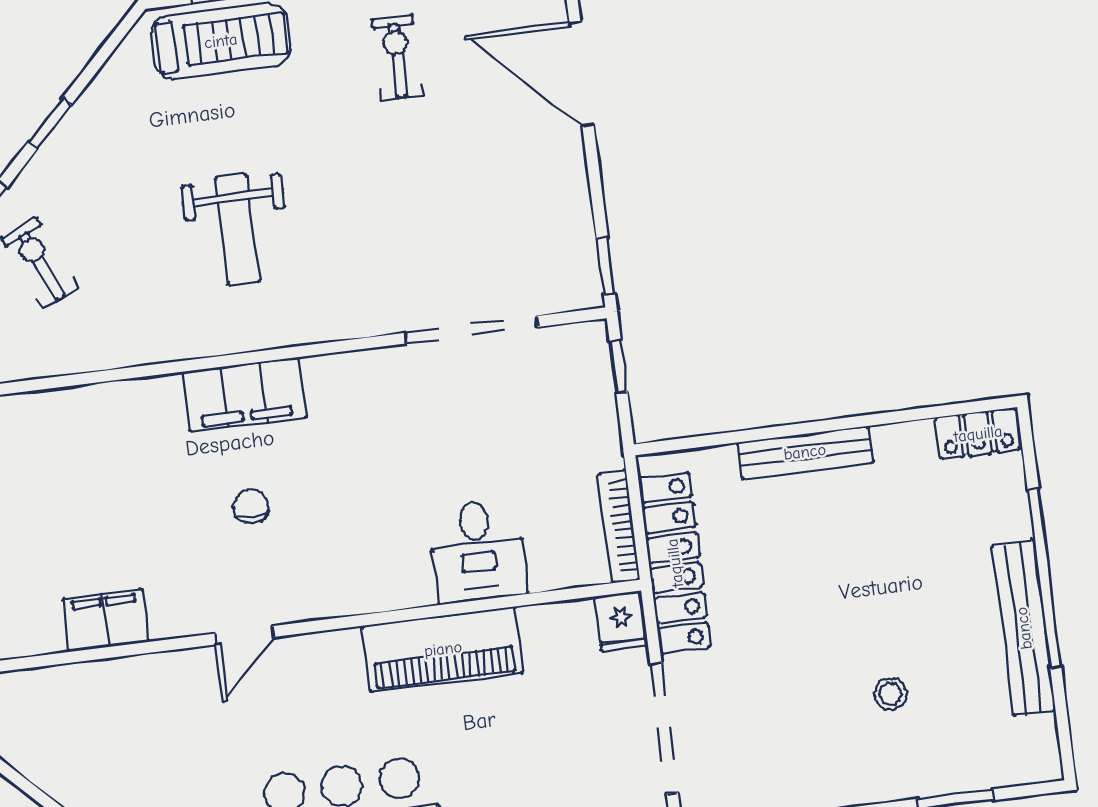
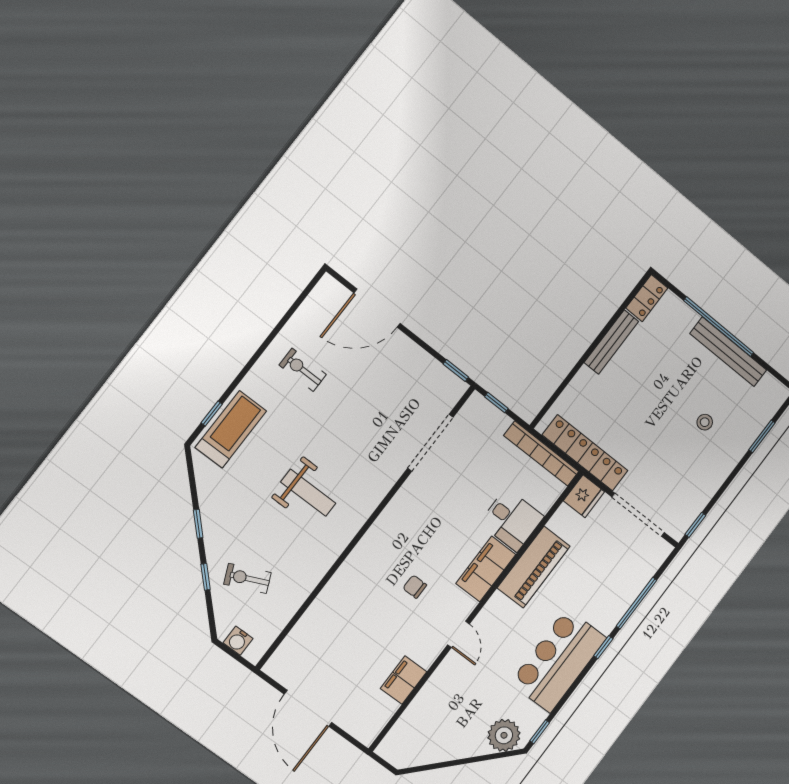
filing cabinet: (244, 395) -> (486, 569), moved, turned 180
bench: (805, 452) -> (611, 342), moved
bookcase: (619, 527) -> (541, 454), width x1.48, depth x1.31
fridge: (621, 621) -> (584, 496), width x1.38

